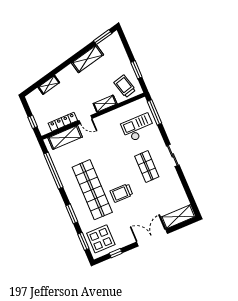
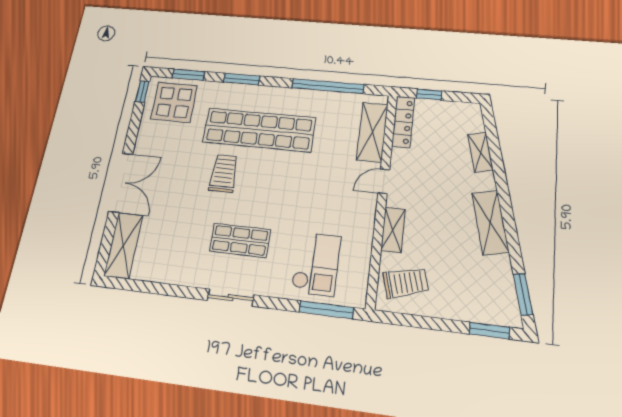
shelving: (87, 59) -> (490, 222), moved
window: (136, 70) -> (489, 331), moved
locker: (63, 122) -> (403, 122), moved
window: (116, 253) -> (142, 91), moved

